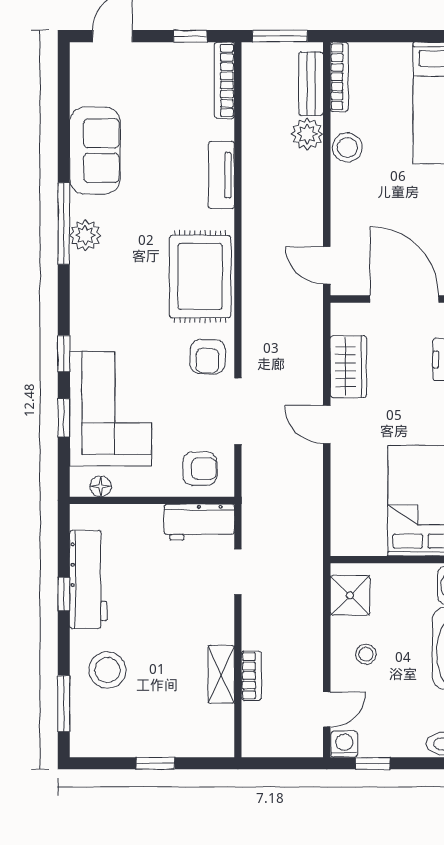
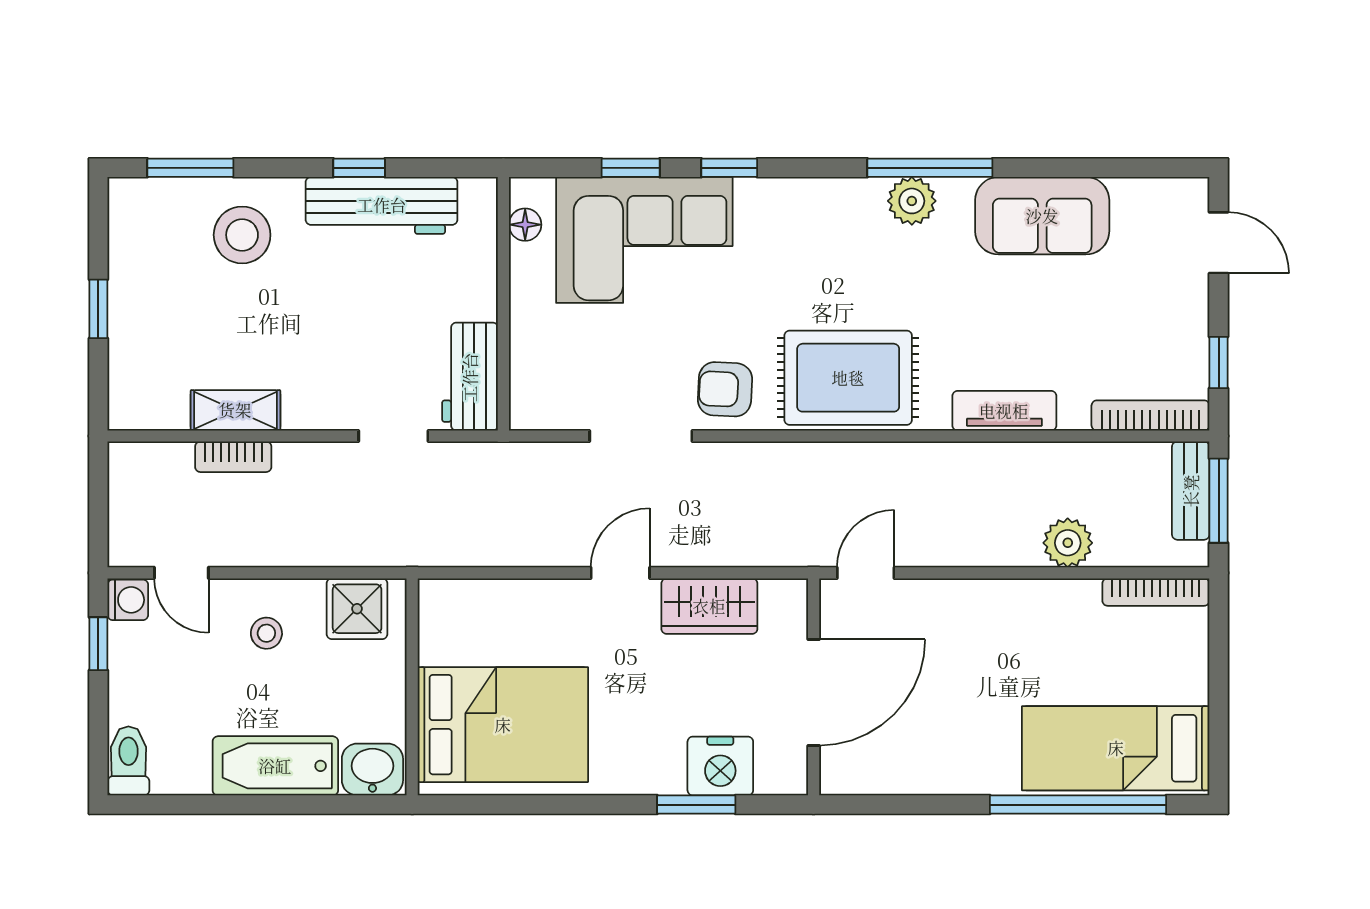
bench: (311, 84) -> (1191, 491), moved, turned 90
stool: (347, 147) -> (1047, 605), removed
armchair: (200, 469) -> (552, 377), removed

